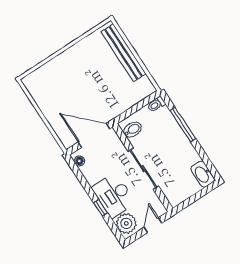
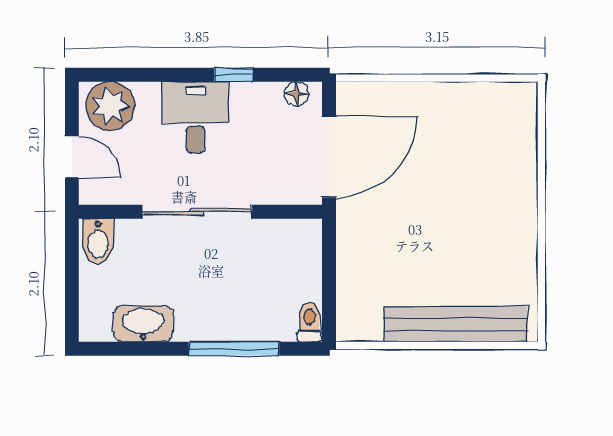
bidet: (132, 130) -> (98, 241), moved
washbasin: (203, 174) -> (143, 324), moved
desk: (114, 195) -> (195, 117), width x0.73
window: (100, 208) -> (234, 75), moved

